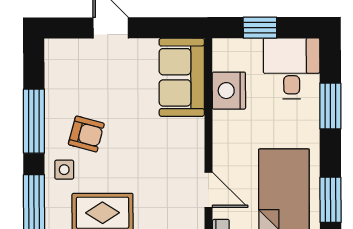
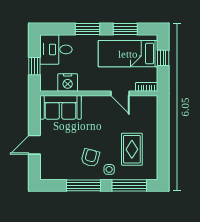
window: (330, 106) -> (87, 29), moved
door: (208, 190) -> (120, 93), swing flipped

